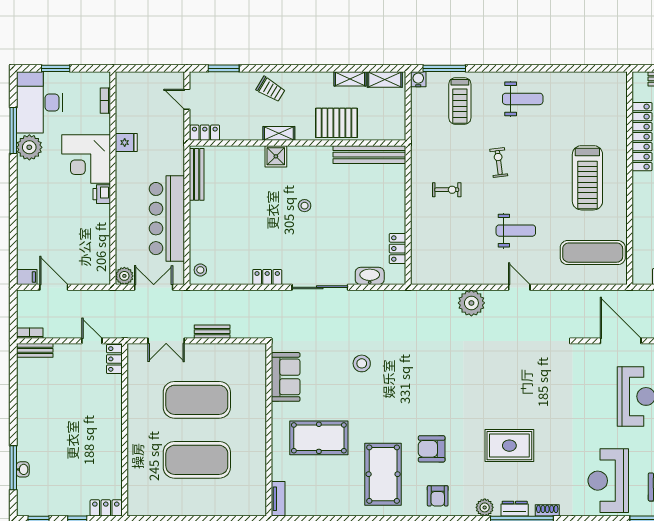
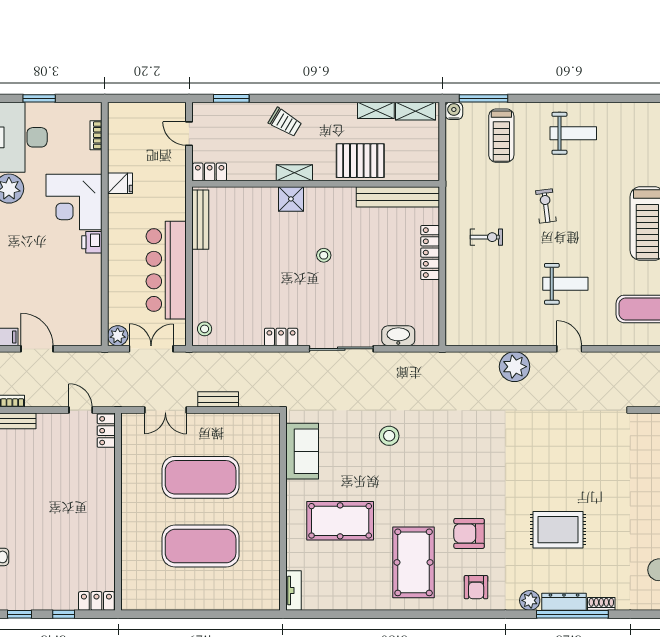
locker: (398, 249) -> (430, 253), moved, width x1.53
dresser: (515, 509) -> (564, 602), width x1.44

